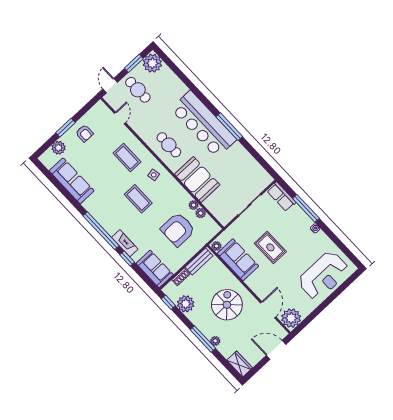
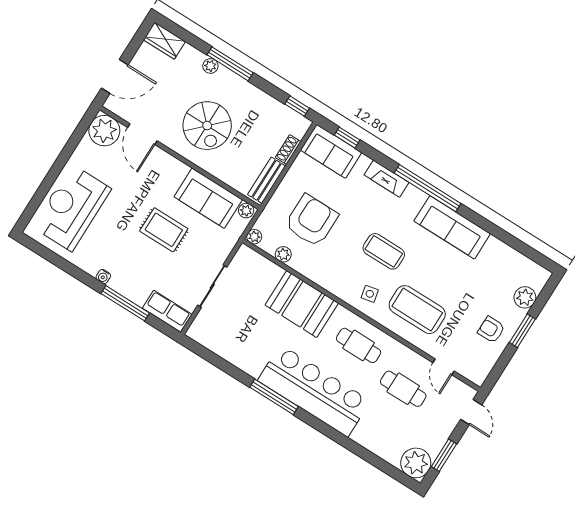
cafe table: (138, 90) -> (403, 389), moved
coffee table: (127, 158) -> (417, 310), width x1.36, depth x1.32
sofa: (72, 181) -> (452, 227), moved
plant: (194, 205) -> (254, 237), moved
window: (127, 259) -> (347, 138), moved
plant: (186, 304) -> (270, 111), removed

